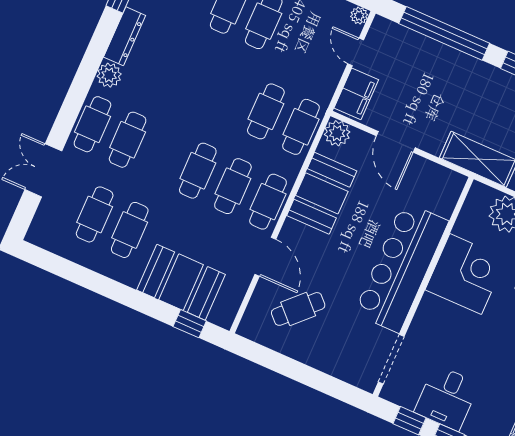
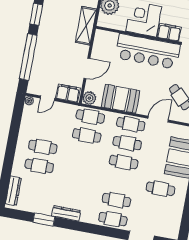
plant: (109, 75) -> (87, 217), removed
cafe table: (95, 214) -> (157, 208), removed
filing cabinet: (429, 317) -> (169, 32), added

